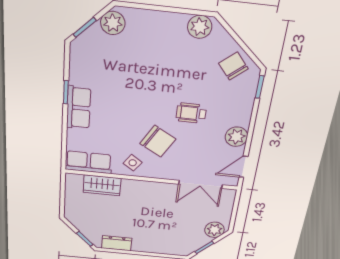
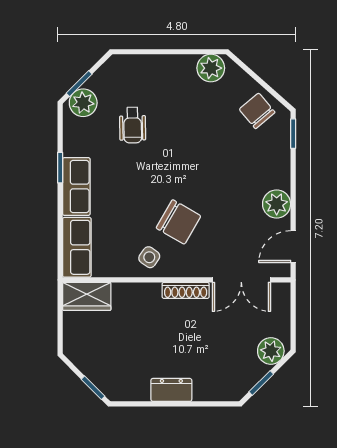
plant: (113, 23) -> (83, 103), moved
wheelchair: (191, 113) -> (133, 125), moved, turned -91
row of seats: (89, 162) -> (77, 247), moved, turned 90
wardrobe: (102, 185) -> (87, 296), moved
shoe rack: (158, 187) -> (186, 290), added
dresser: (117, 243) -> (171, 390), moved

